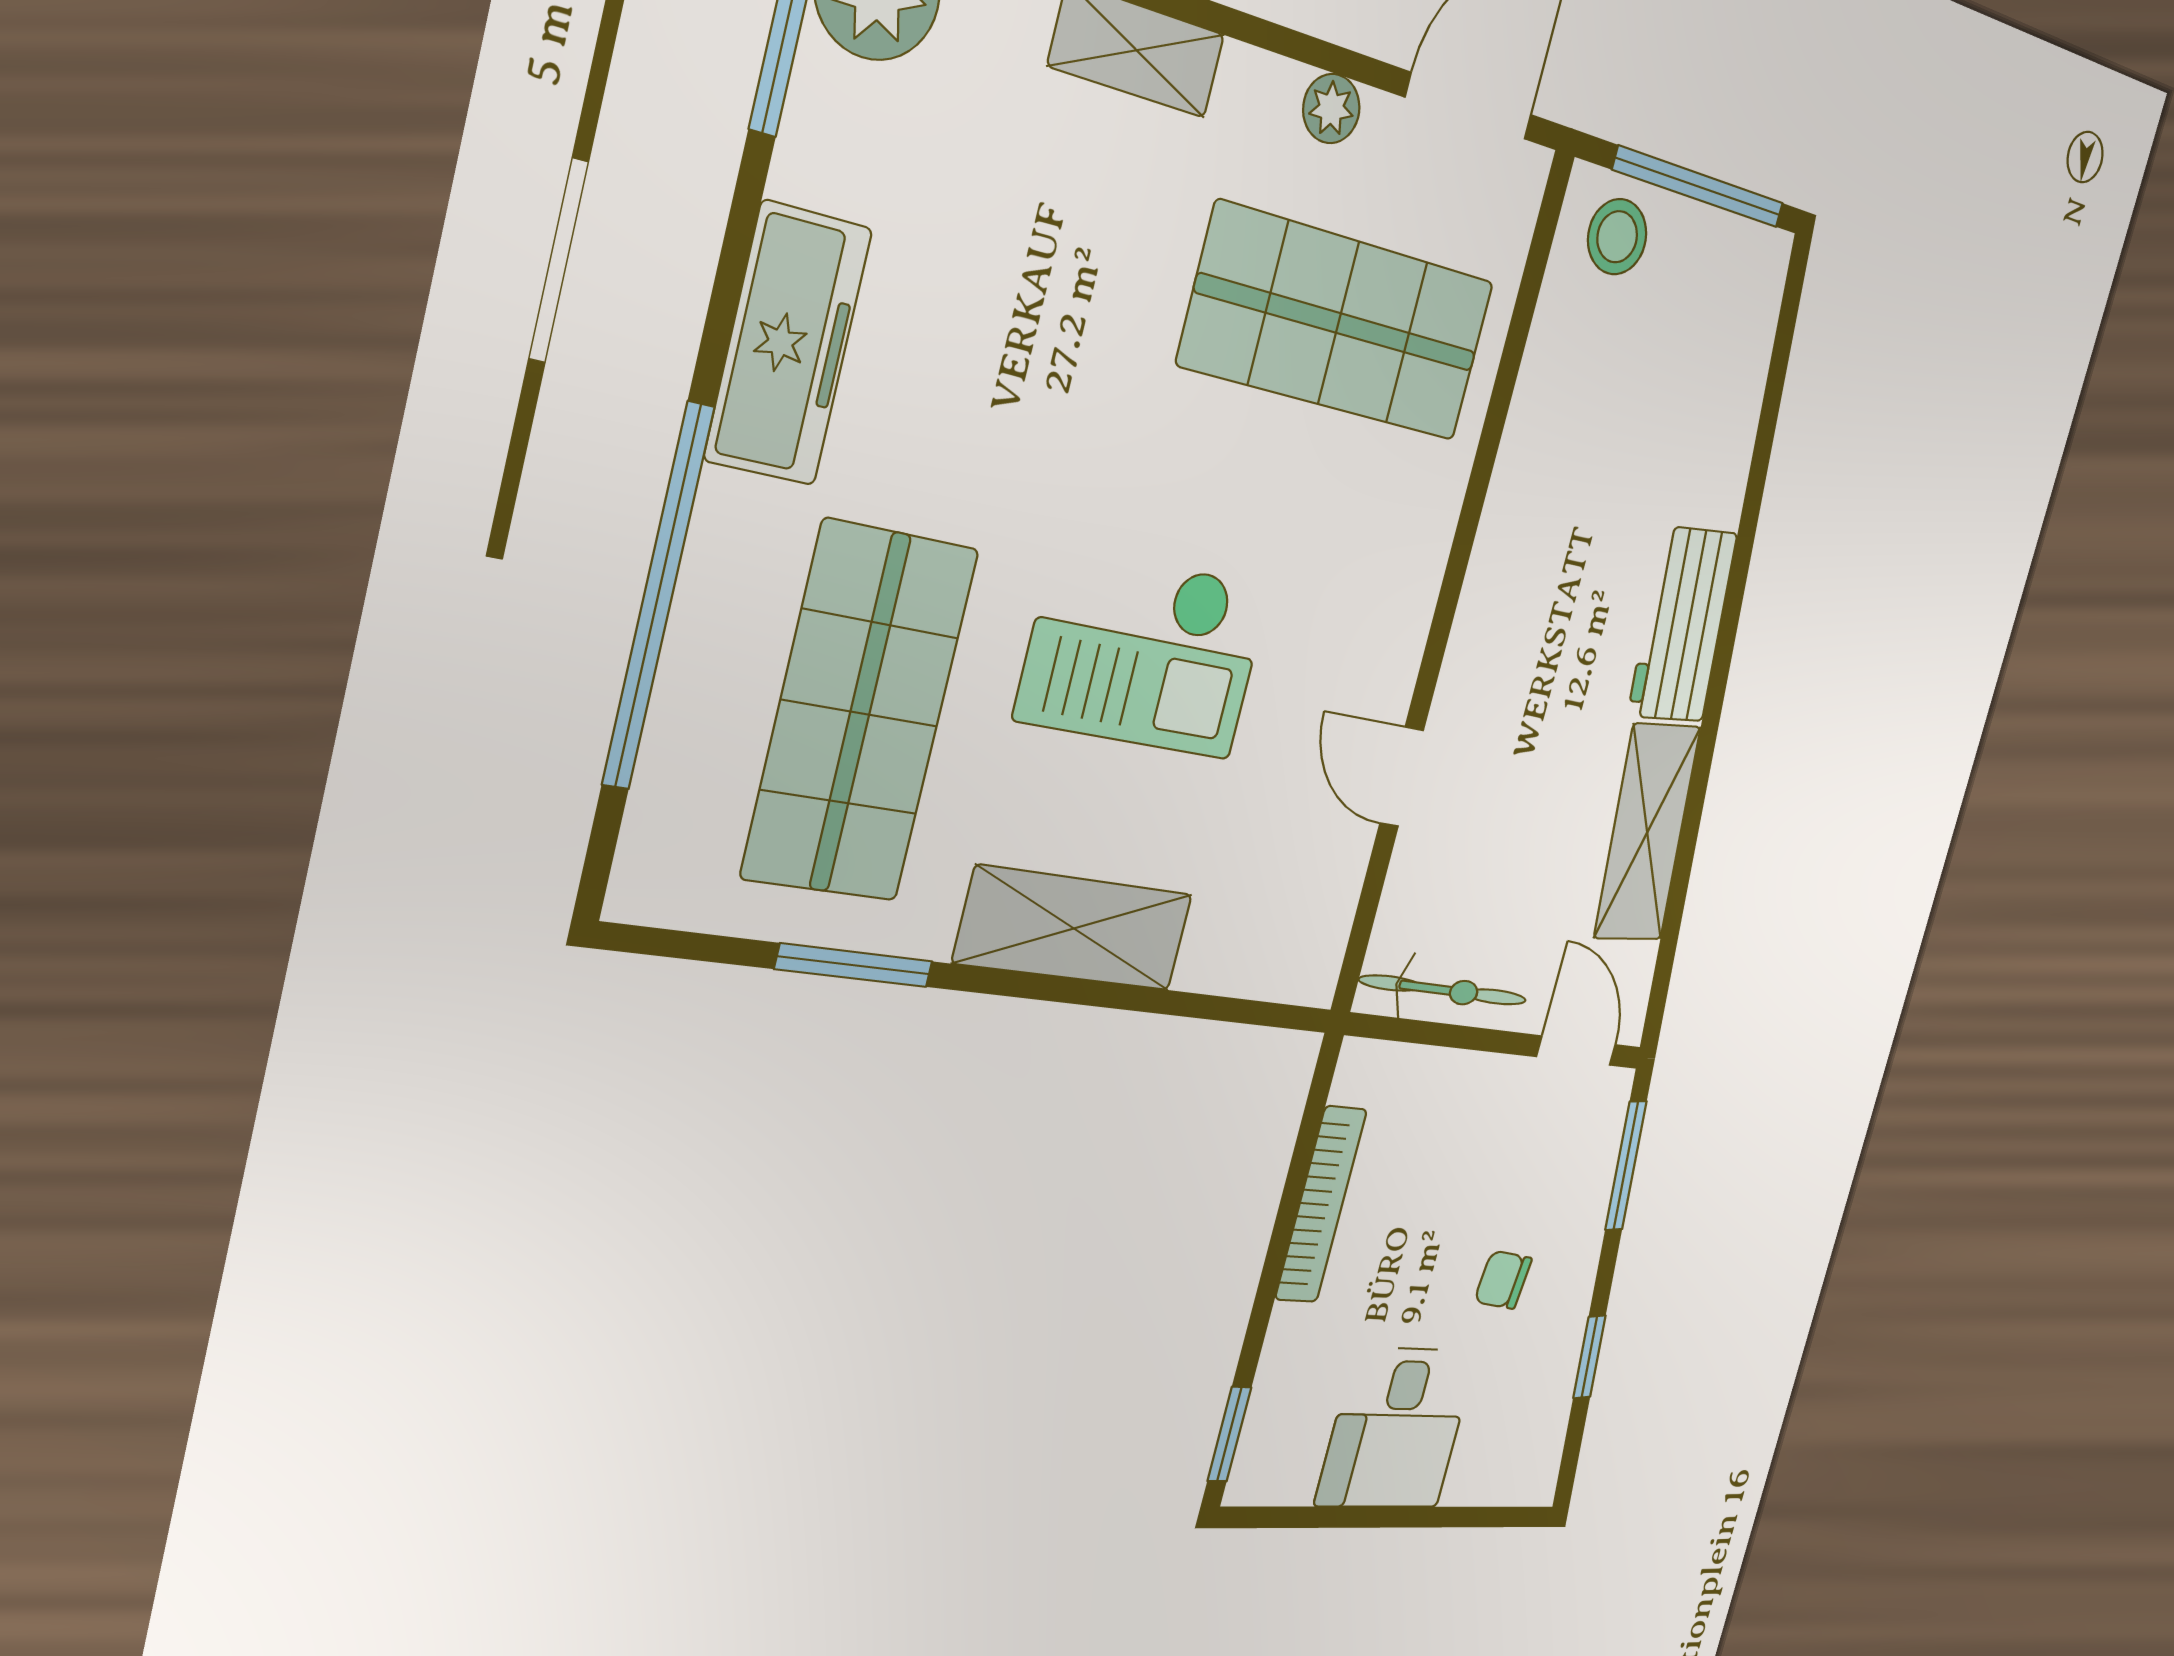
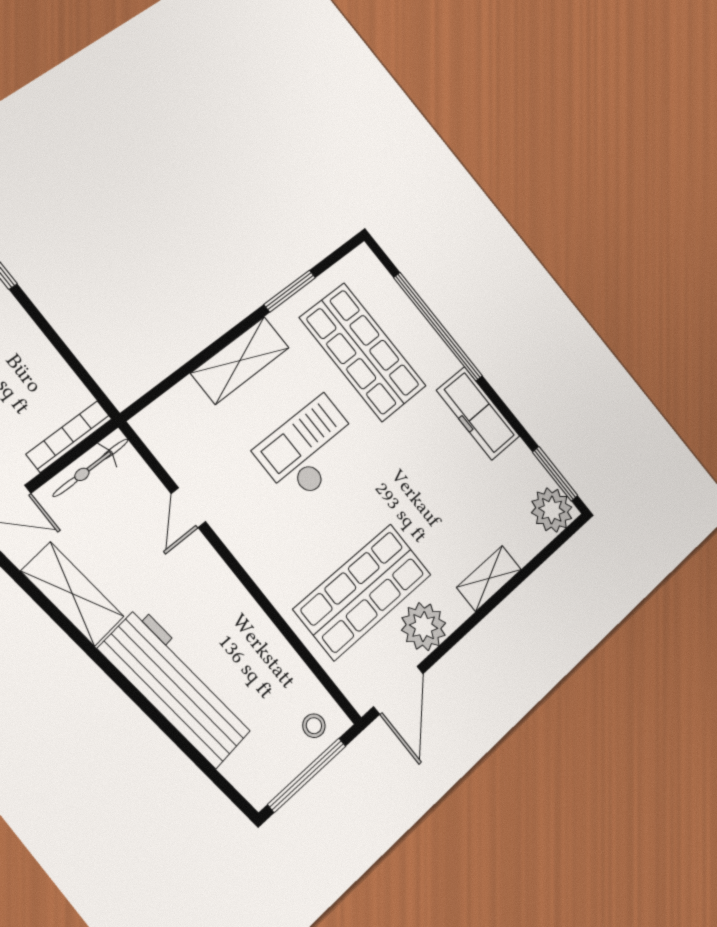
plant: (1331, 109) -> (424, 627), width x1.88, depth x1.88
stool: (1617, 237) -> (314, 726), width x0.73, depth x0.73
workbench: (1682, 625) -> (177, 686), width x1.88, depth x1.32
door: (1402, 777) -> (188, 508), swing flipped
bookcase: (1321, 1204) -> (69, 436), moved, turned 90

